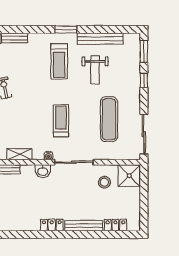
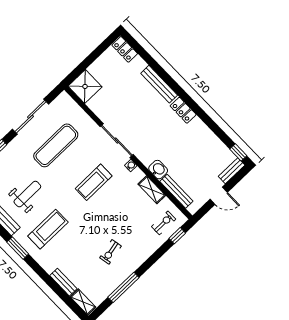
sliding door: (144, 134) -> (30, 117), moved
washbasin: (43, 171) -> (158, 170), moved
stool: (104, 182) -> (109, 101), removed
locker: (115, 225) -> (125, 49), moved

